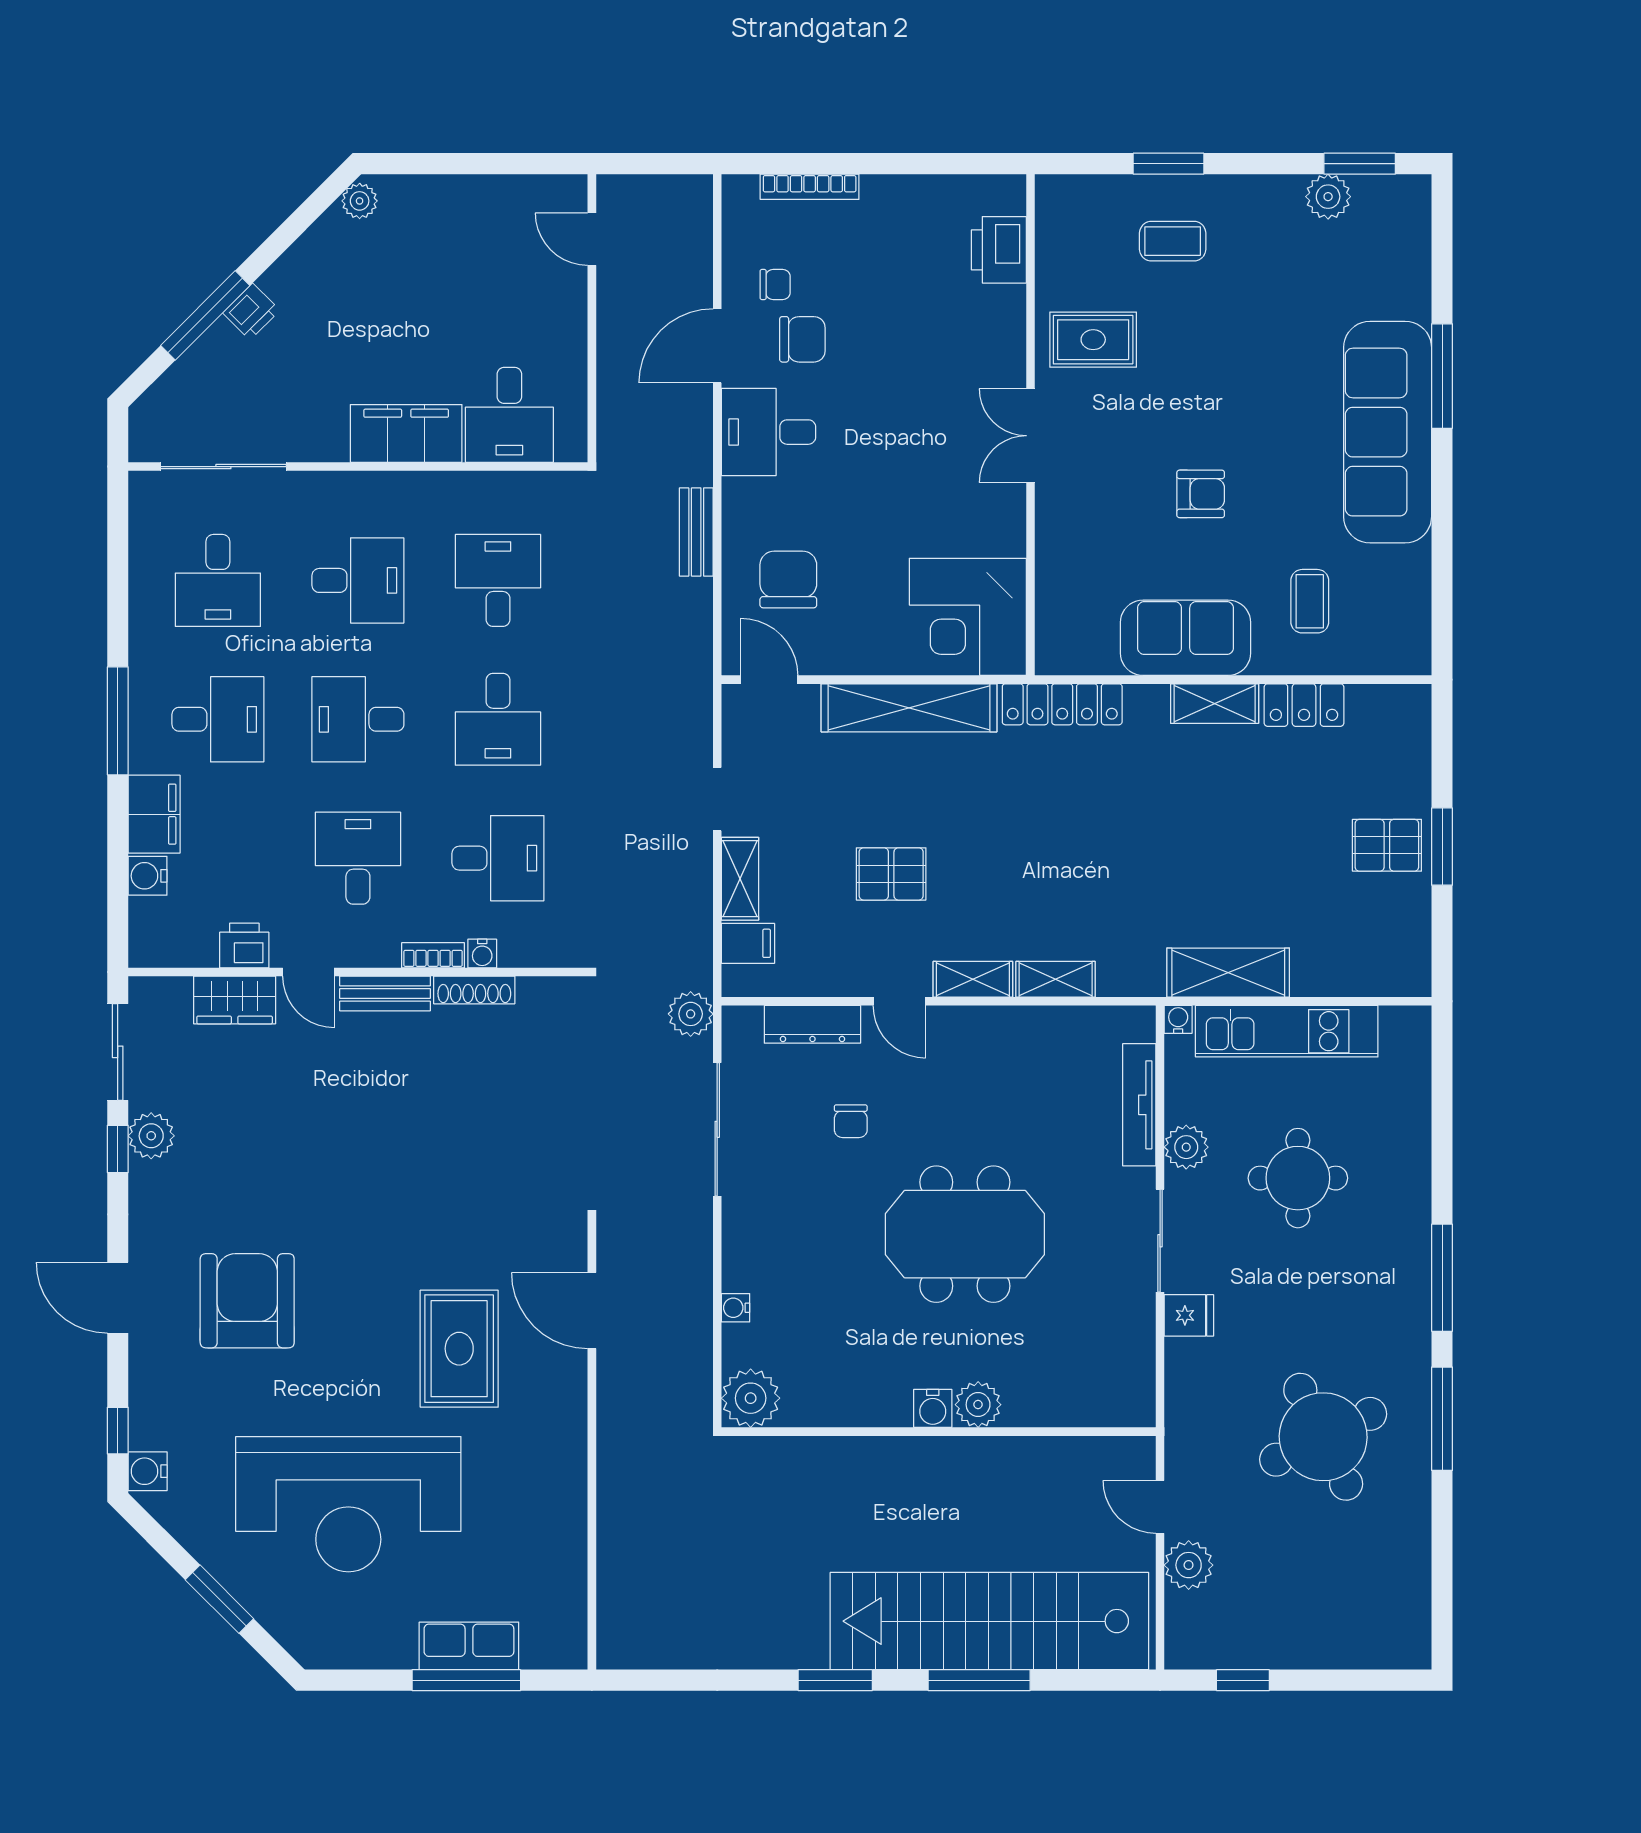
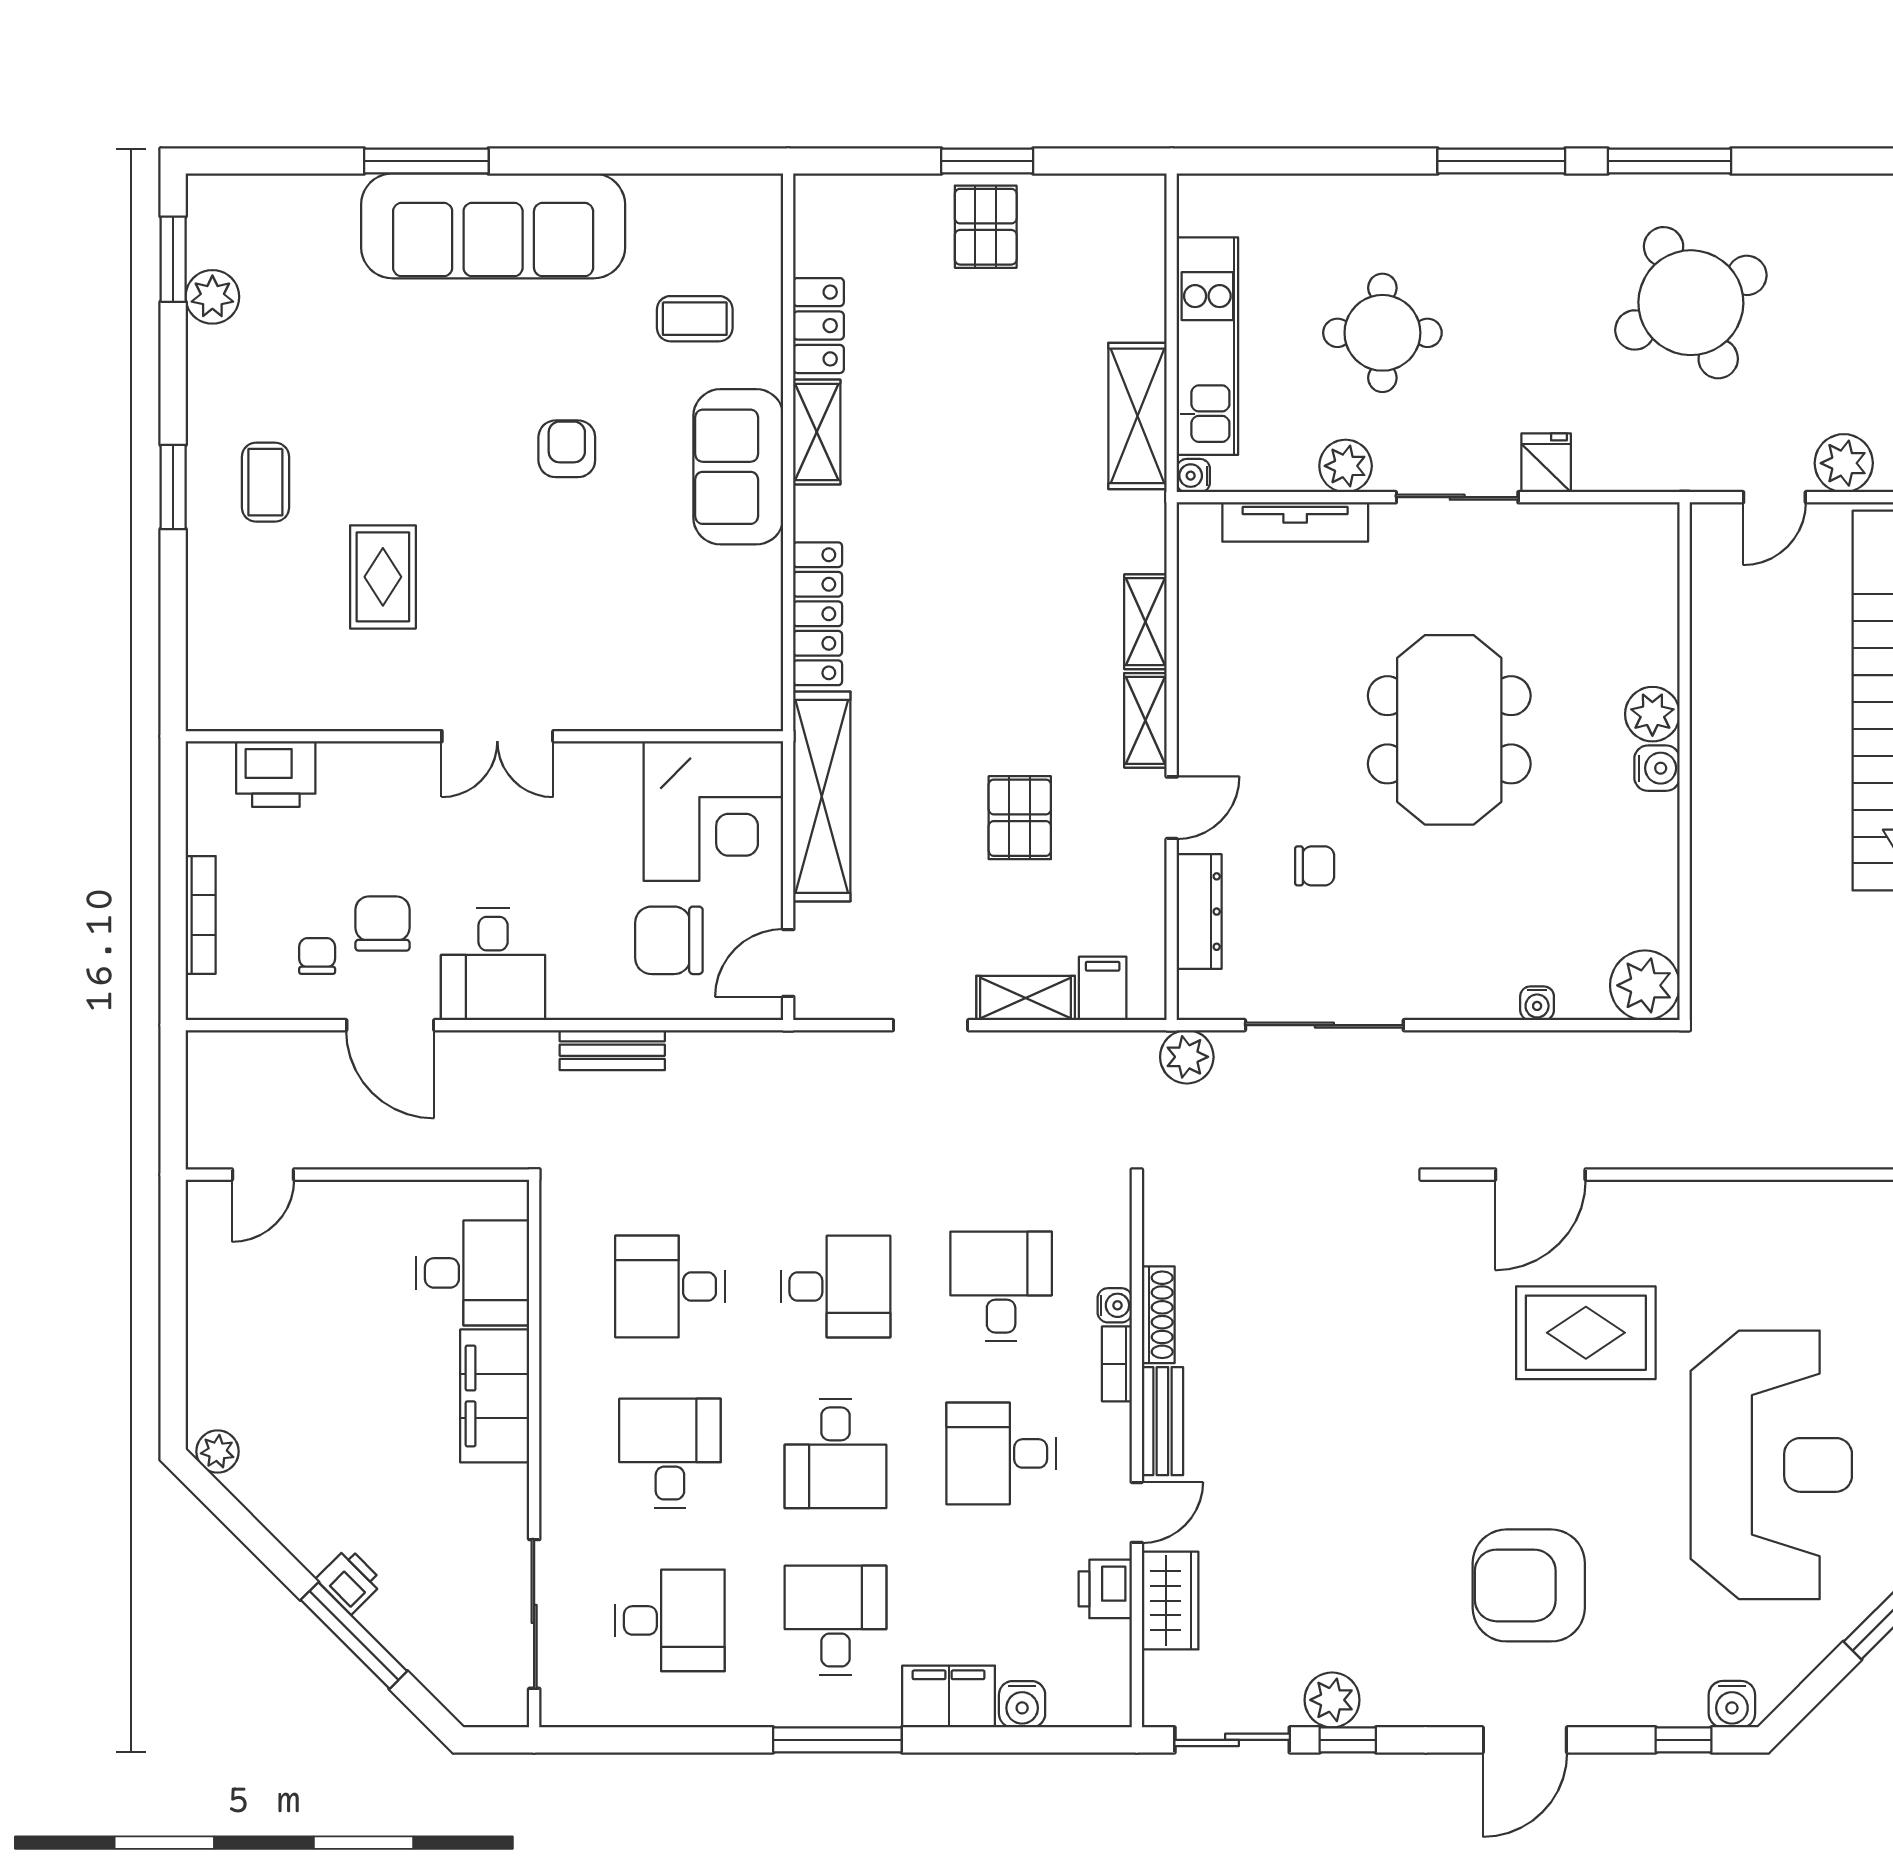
printer: (999, 250) -> (276, 774), moved
wall: (1031, 425) -> (484, 736), moved
double door: (1031, 436) -> (497, 736), moved
corner desk: (968, 617) -> (713, 811), moved

